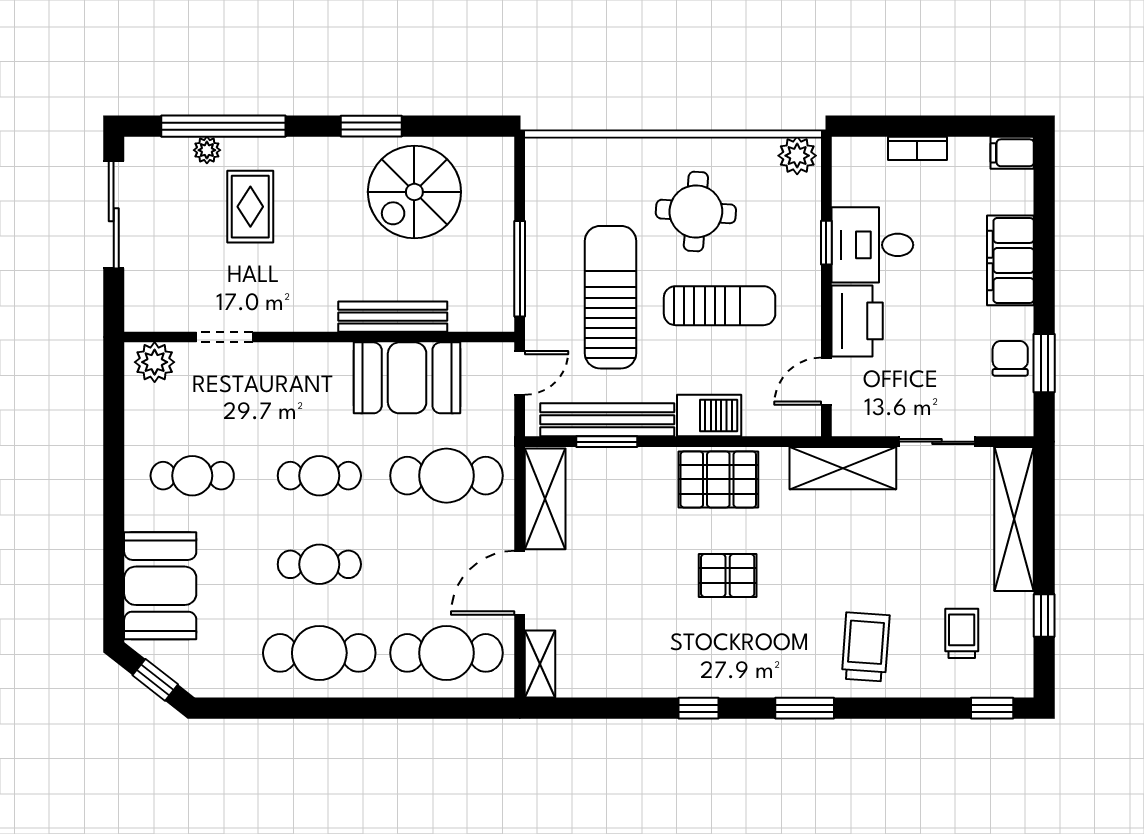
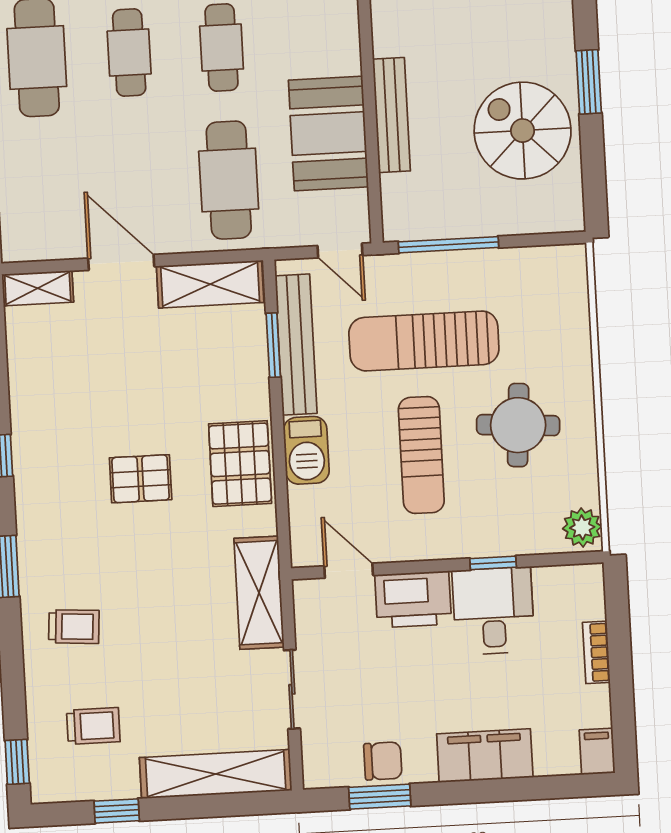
sun lounger: (611, 297) -> (424, 341), turned 180
pallet: (728, 575) -> (141, 479), turned 90
trolley: (866, 647) -> (74, 627), width x0.73, depth x0.72
cafe table: (446, 653) -> (44, 190), removed

